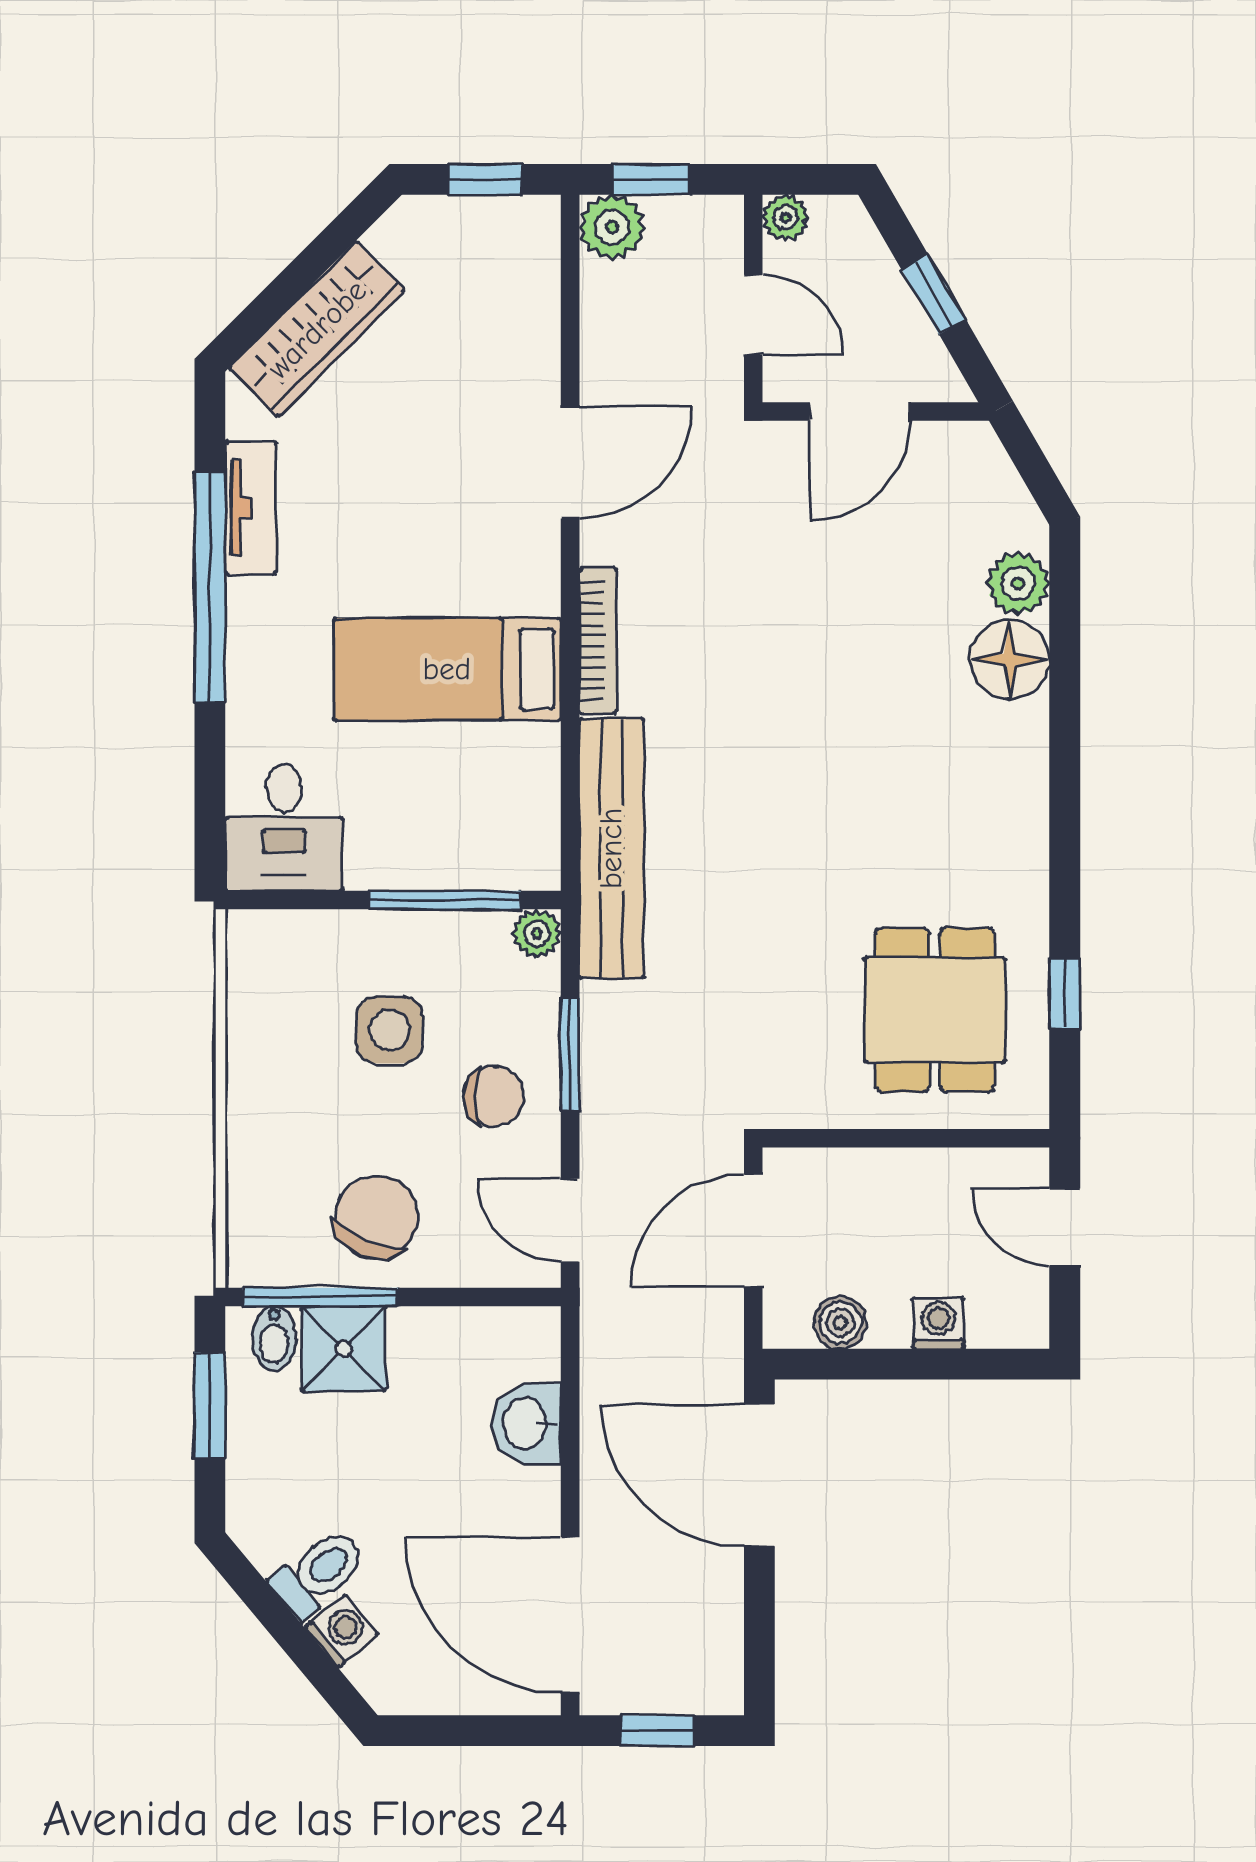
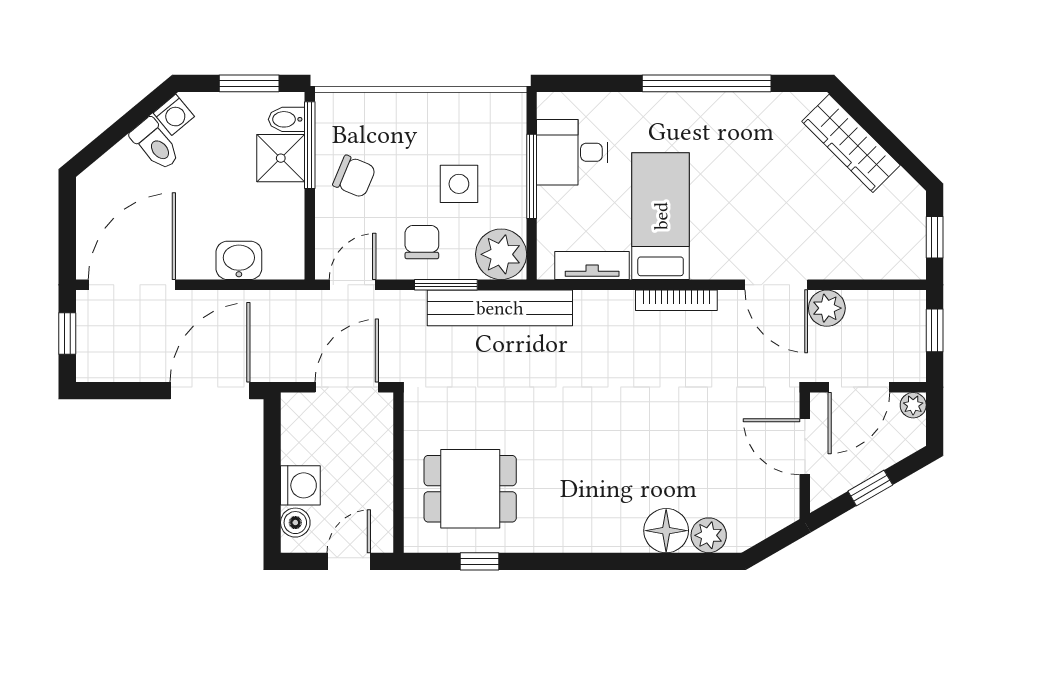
plant: (612, 227) -> (827, 308), moved
door: (753, 315) -> (859, 387), width x1.38
tv unit: (250, 508) -> (592, 265), moved, turned 180
desk: (284, 827) -> (572, 152), moved
bench: (611, 848) -> (500, 308), moved
window: (445, 900) -> (532, 176), moved
plant: (537, 933) -> (501, 254), width x1.87, depth x1.87
chair: (494, 1096) -> (422, 242), turned 180
chair: (376, 1217) -> (354, 176), width x0.73, depth x0.73
door: (753, 1231) -> (347, 387), hinge flipped
boiler: (840, 1323) -> (295, 523), moved
washing machine: (939, 1323) -> (300, 485), width x1.38, depth x1.38
washing machine: (342, 1631) -> (174, 115), moved

